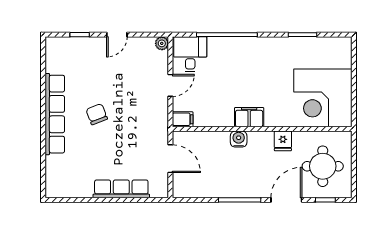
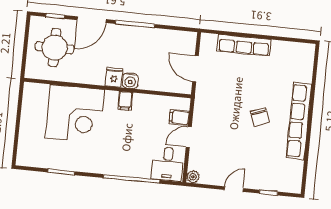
corner desk: (323, 98) -> (75, 114), moved, turned 90
filing cabinet: (249, 117) -> (125, 101), width x0.50
filing cabinet: (183, 119) -> (179, 118), moved
fridge: (283, 141) -> (114, 77), moved

